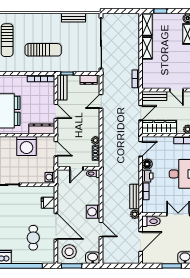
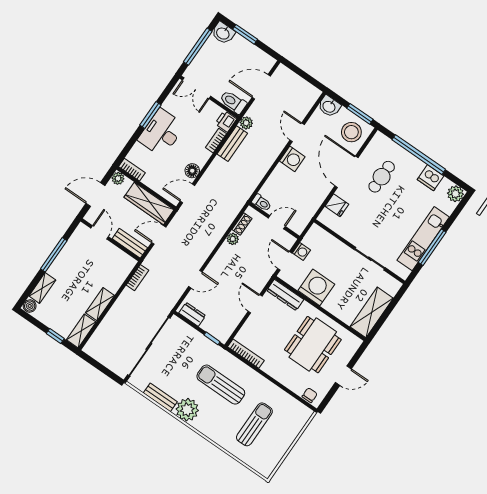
plant: (53, 21) -> (187, 410), added
bench: (62, 87) -> (229, 326), removed
printer: (147, 176) -> (226, 121), moved
washing machine: (50, 177) -> (302, 251), moved

